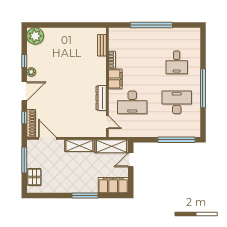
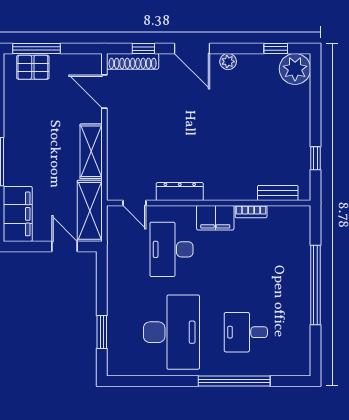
window: (83, 25) -> (315, 158), added
window: (24, 61) -> (276, 48), moved
window: (203, 88) -> (234, 381), moved
desk: (177, 102) -> (171, 332), width x1.36, depth x1.30
door: (107, 122) -> (135, 203), hinge flipped
door: (47, 138) -> (104, 92), swing flipped
window: (177, 140) -> (102, 332), width x0.47
window: (24, 160) -> (36, 48), moved

